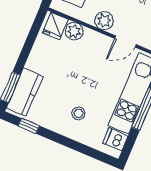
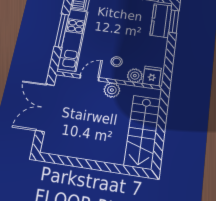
stool: (78, 113) -> (117, 62), moved

